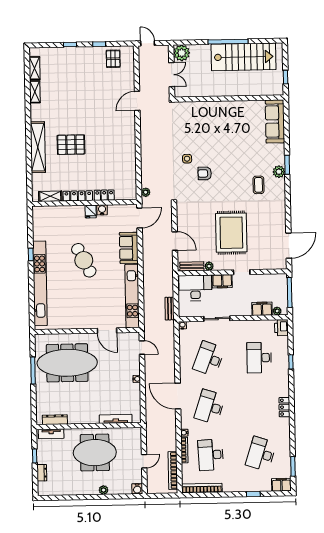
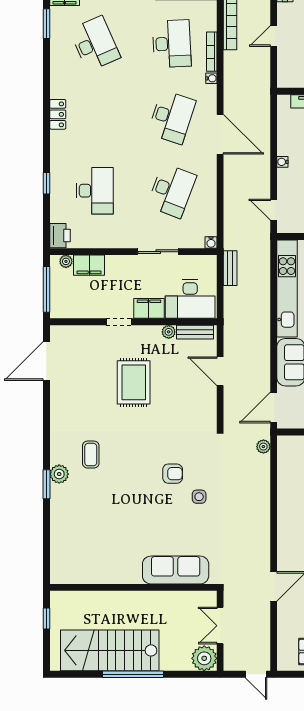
sofa: (275, 121) -> (176, 570), moved, turned -90
rug: (231, 233) -> (134, 382), width x0.73, depth x0.69
desk: (261, 454) -> (95, 44), turned -42

